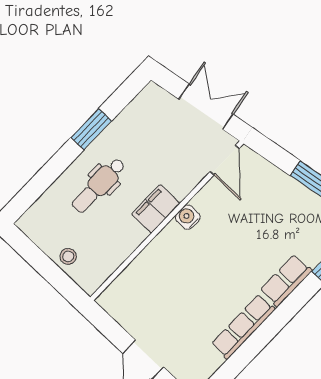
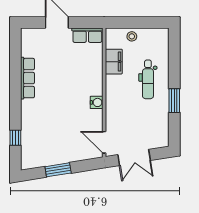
dental chair: (99, 185) -> (148, 79), turned 180
filing cabinet: (156, 209) -> (114, 62), moved
row of seats: (286, 281) -> (87, 35), moved, turned 90

